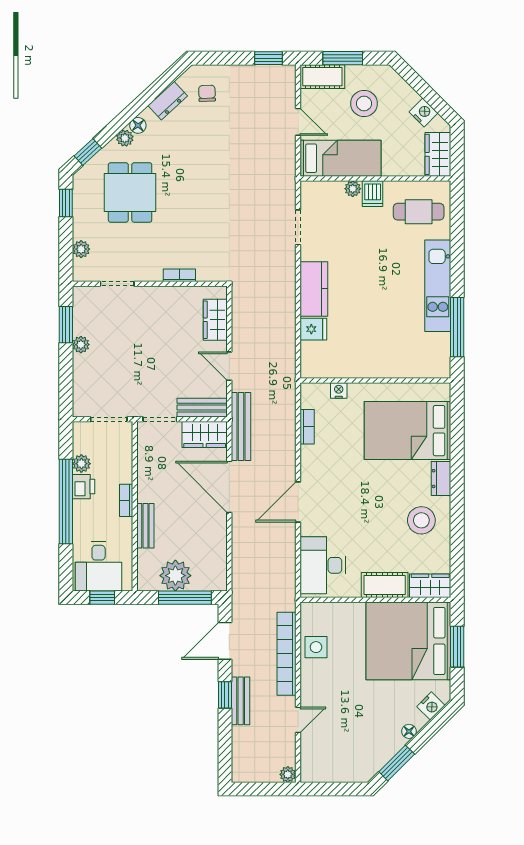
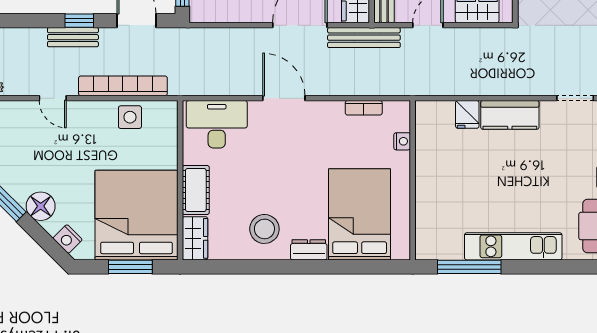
floor lamp: (409, 731) -> (41, 206), width x1.89, depth x1.89

